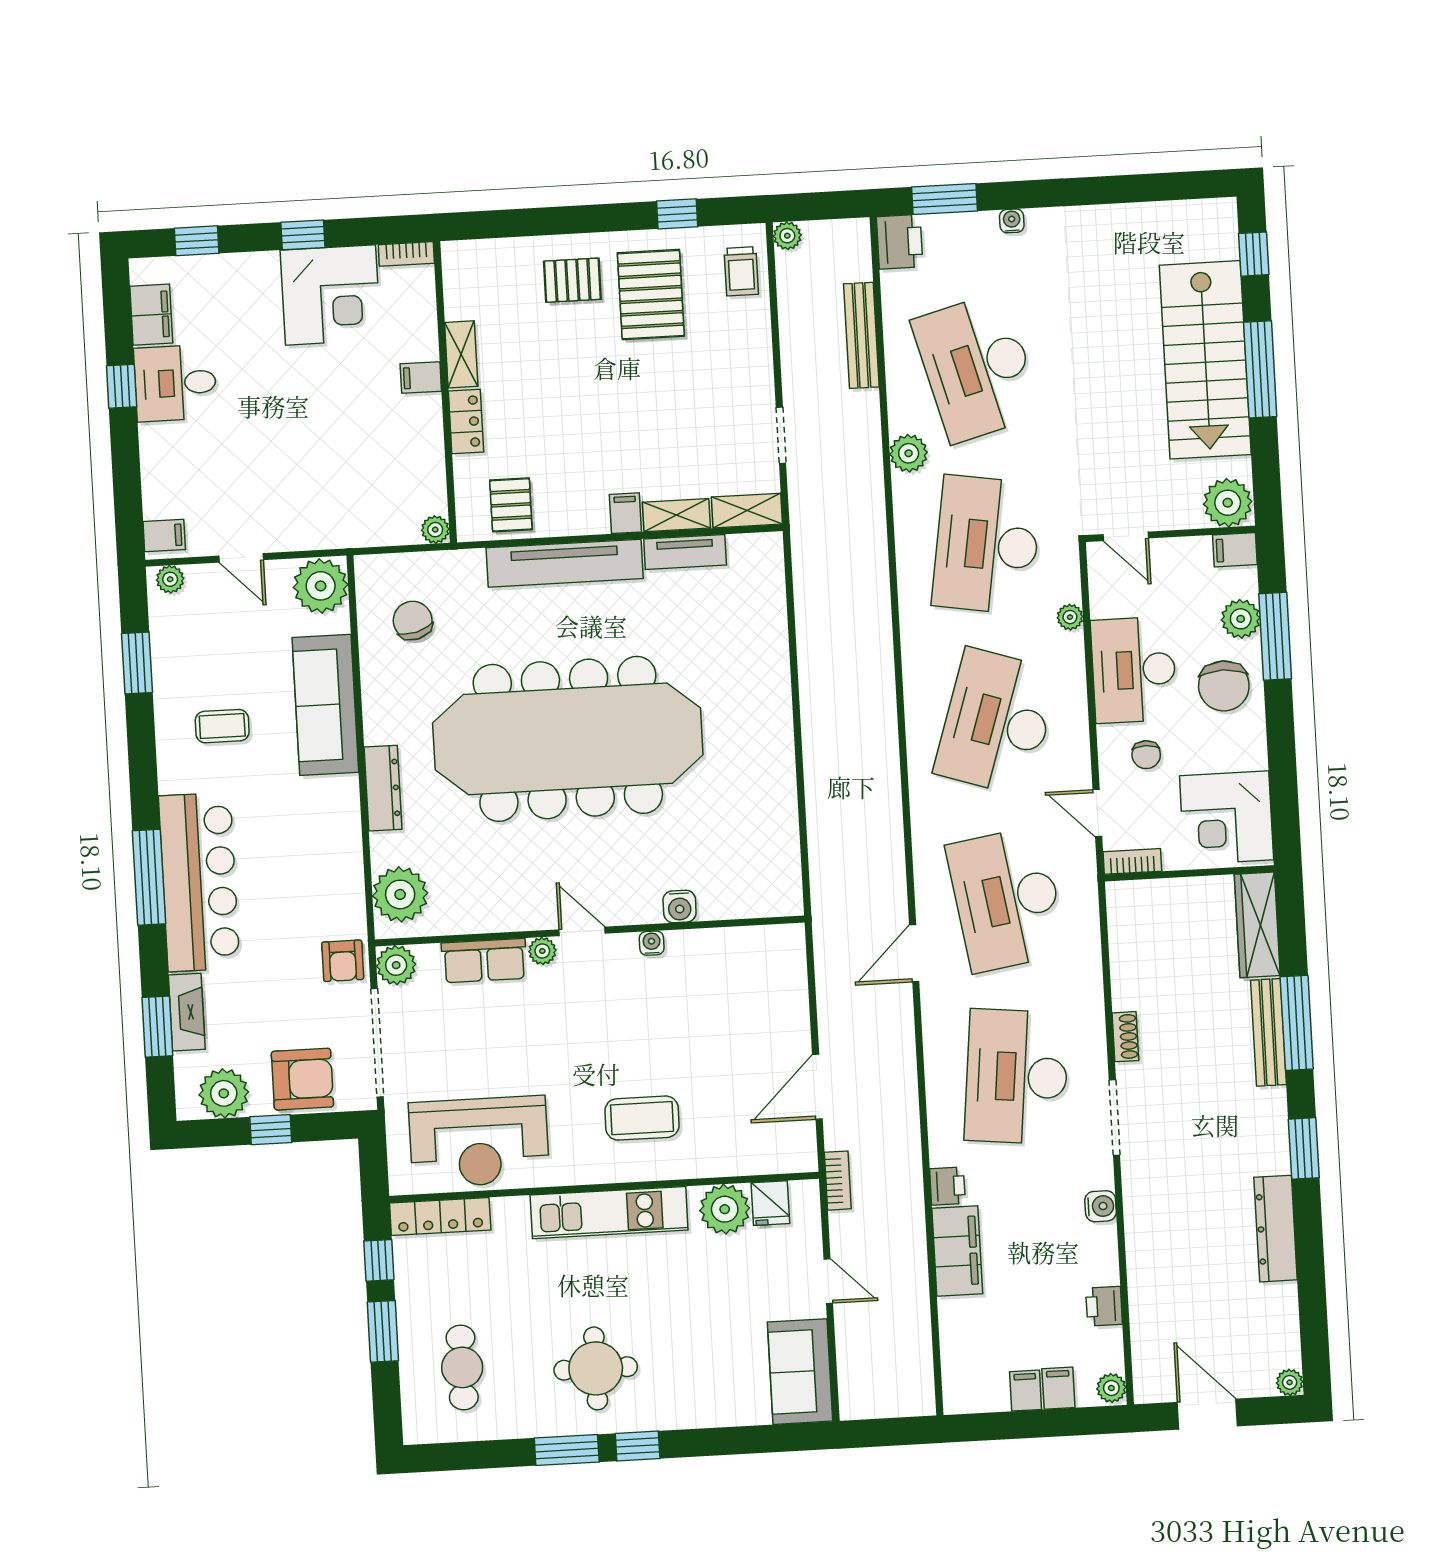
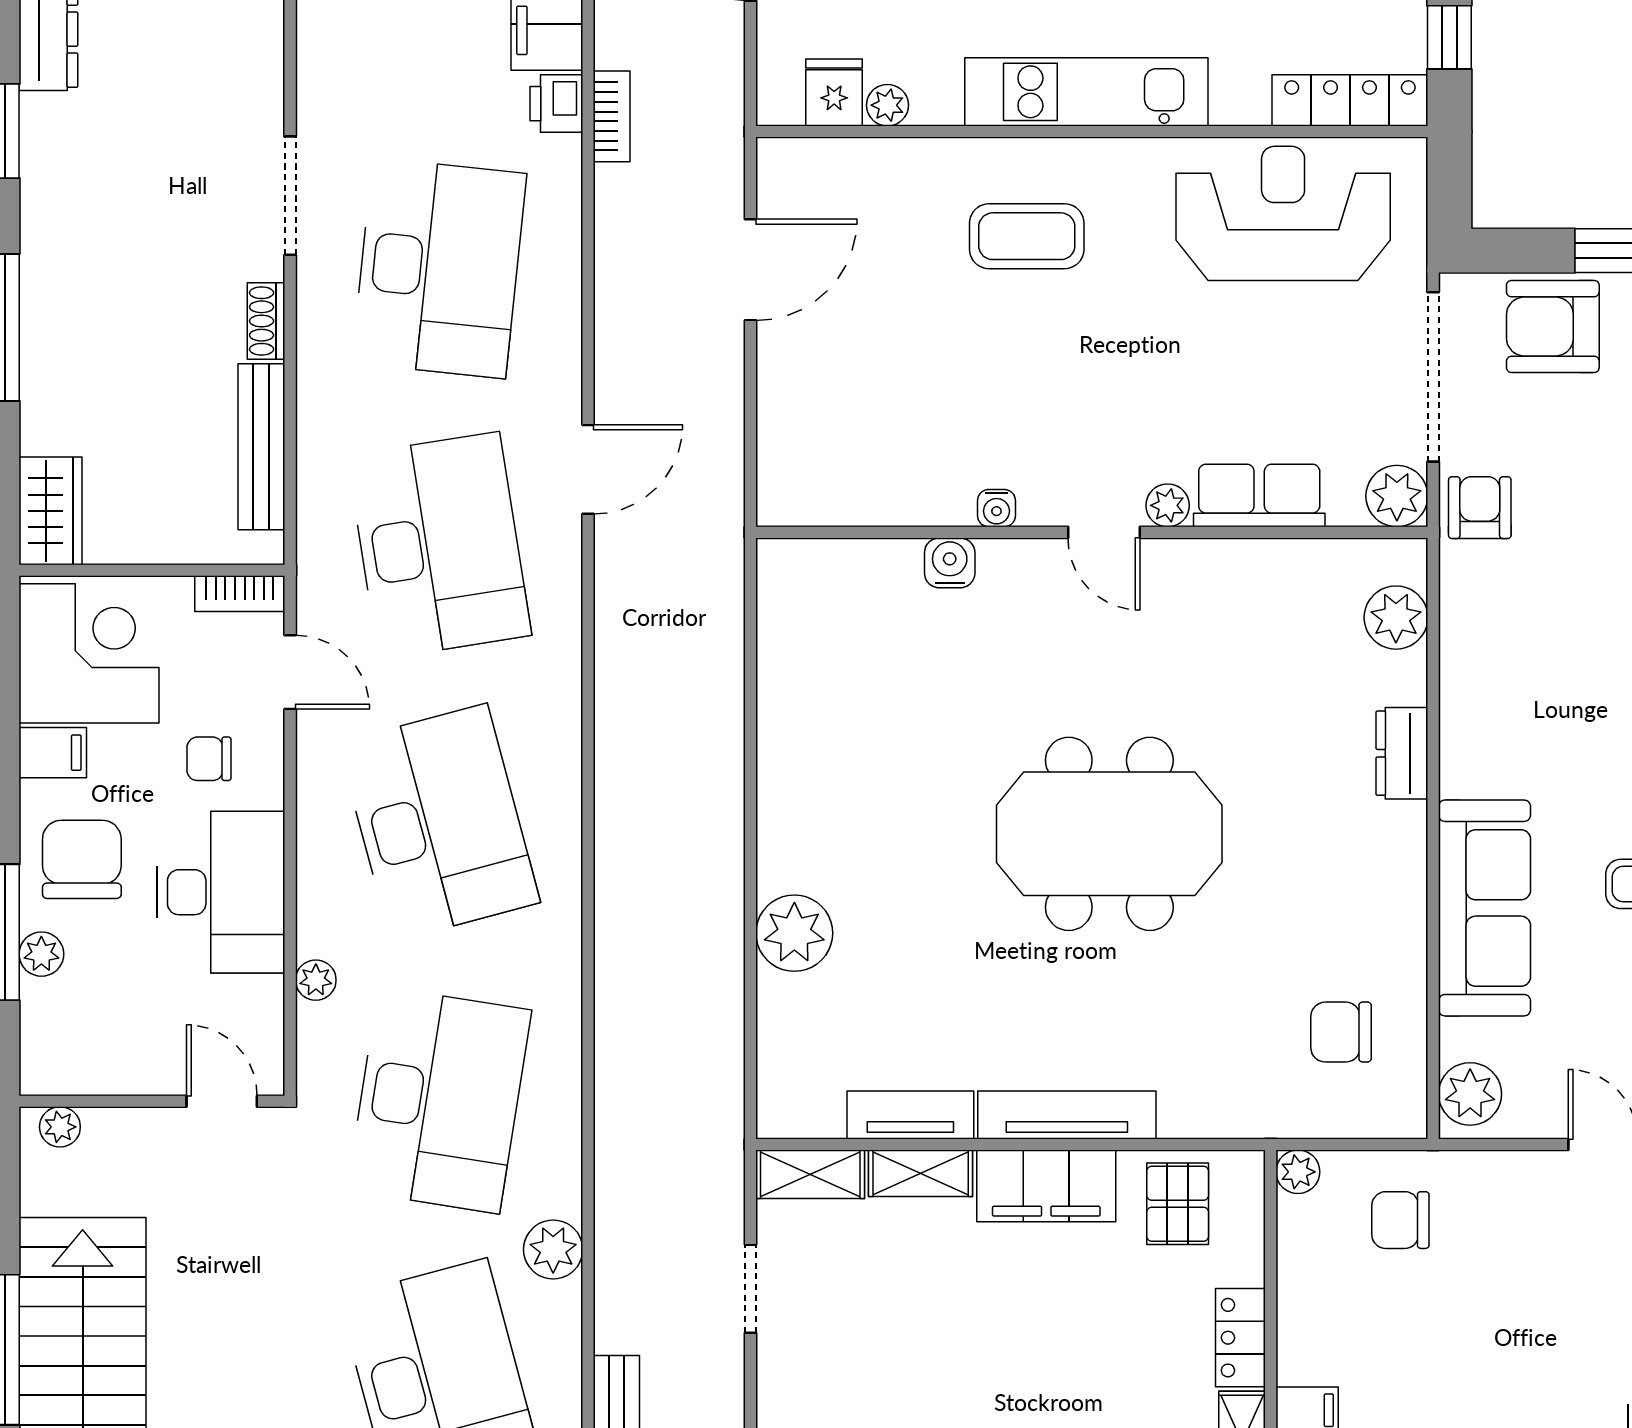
chair: (368, 502) -> (1400, 1220), added
plant: (1228, 503) -> (60, 1127), width x0.53, depth x0.53
filing cabinet: (625, 513) -> (1046, 1186), width x3.00, depth x1.17
filing cabinet: (1235, 550) -> (53, 753), moved
tv unit: (565, 563) -> (1067, 1115), width x0.73, depth x0.78
plant: (321, 586) -> (1470, 1094), width x0.73, depth x0.73
plant: (1241, 619) -> (41, 954), width x0.73, depth x0.73
chair: (413, 620) -> (1341, 1032), turned 105
plant: (766, 664) -> (794, 933), added
desk: (997, 722) -> (439, 823), turned -33
meeting table: (568, 739) -> (1109, 834), width x0.54, depth x0.79
chair: (1146, 755) -> (209, 759), turned -90
dresser: (383, 788) -> (1402, 753), width x0.70
plant: (400, 894) -> (1396, 618), width x0.73, depth x0.73
wardrobe: (1257, 925) -> (51, 511), width x0.67
bench: (1268, 1032) -> (261, 447), moved
bookcase: (838, 1181) -> (612, 116), moved, turned 180
water cooler: (1101, 1206) -> (319, 59), removed
plant: (725, 1209) -> (887, 105), width x0.53, depth x0.53

